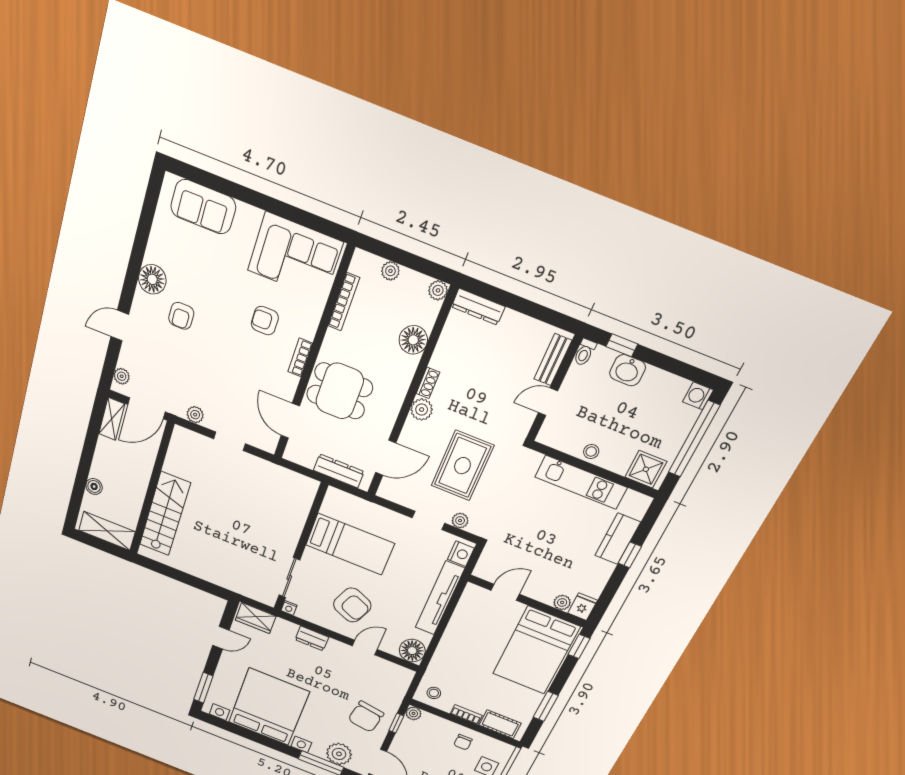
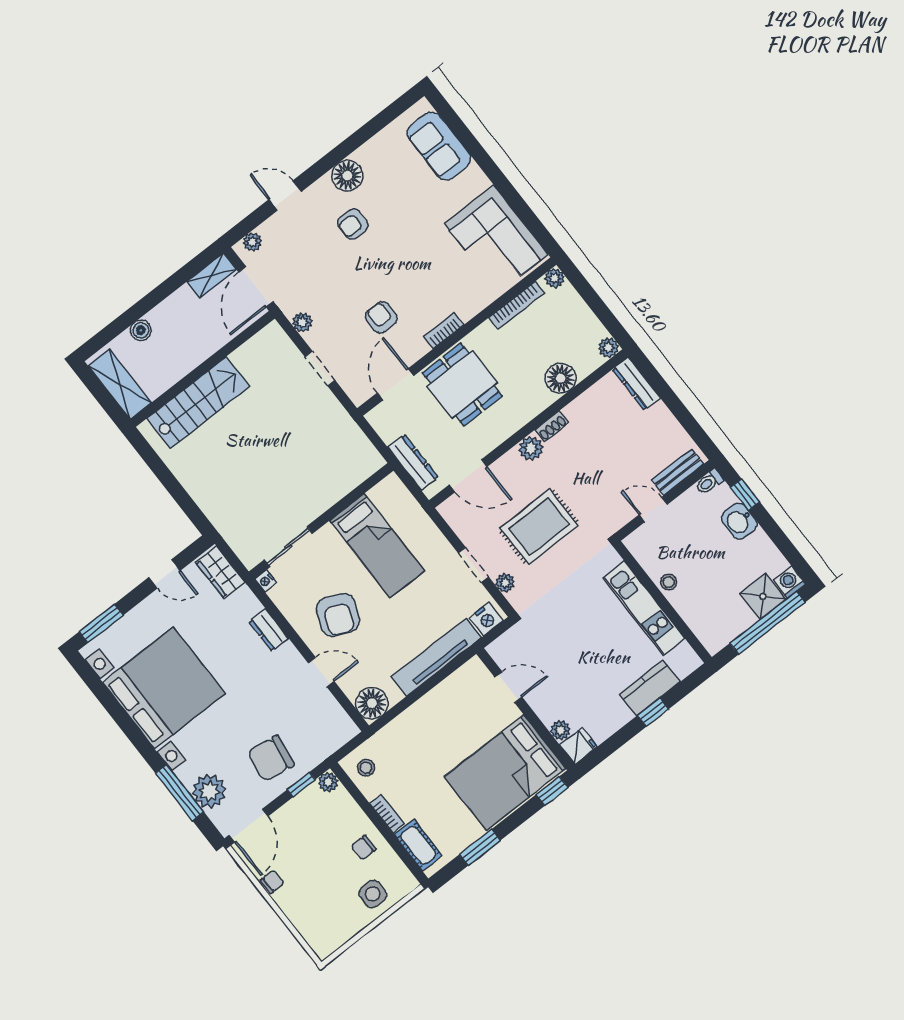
plant: (390, 271) -> (555, 278), moved
armchair: (265, 321) -> (381, 317), moved
door: (146, 408) -> (256, 287), hinge flipped
shower: (646, 469) -> (763, 596), moved

